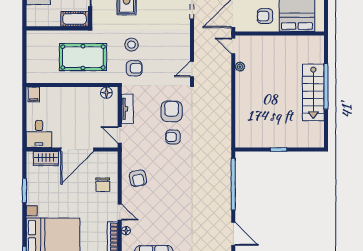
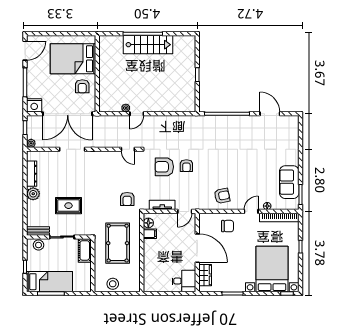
stool: (132, 45) -> (113, 284), moved
door: (233, 46) -> (137, 114), moved
armchair: (134, 68) -> (127, 199), turned 180
filing cabinet: (34, 94) -> (150, 234), moved
door: (233, 234) -> (270, 114), hinge flipped

